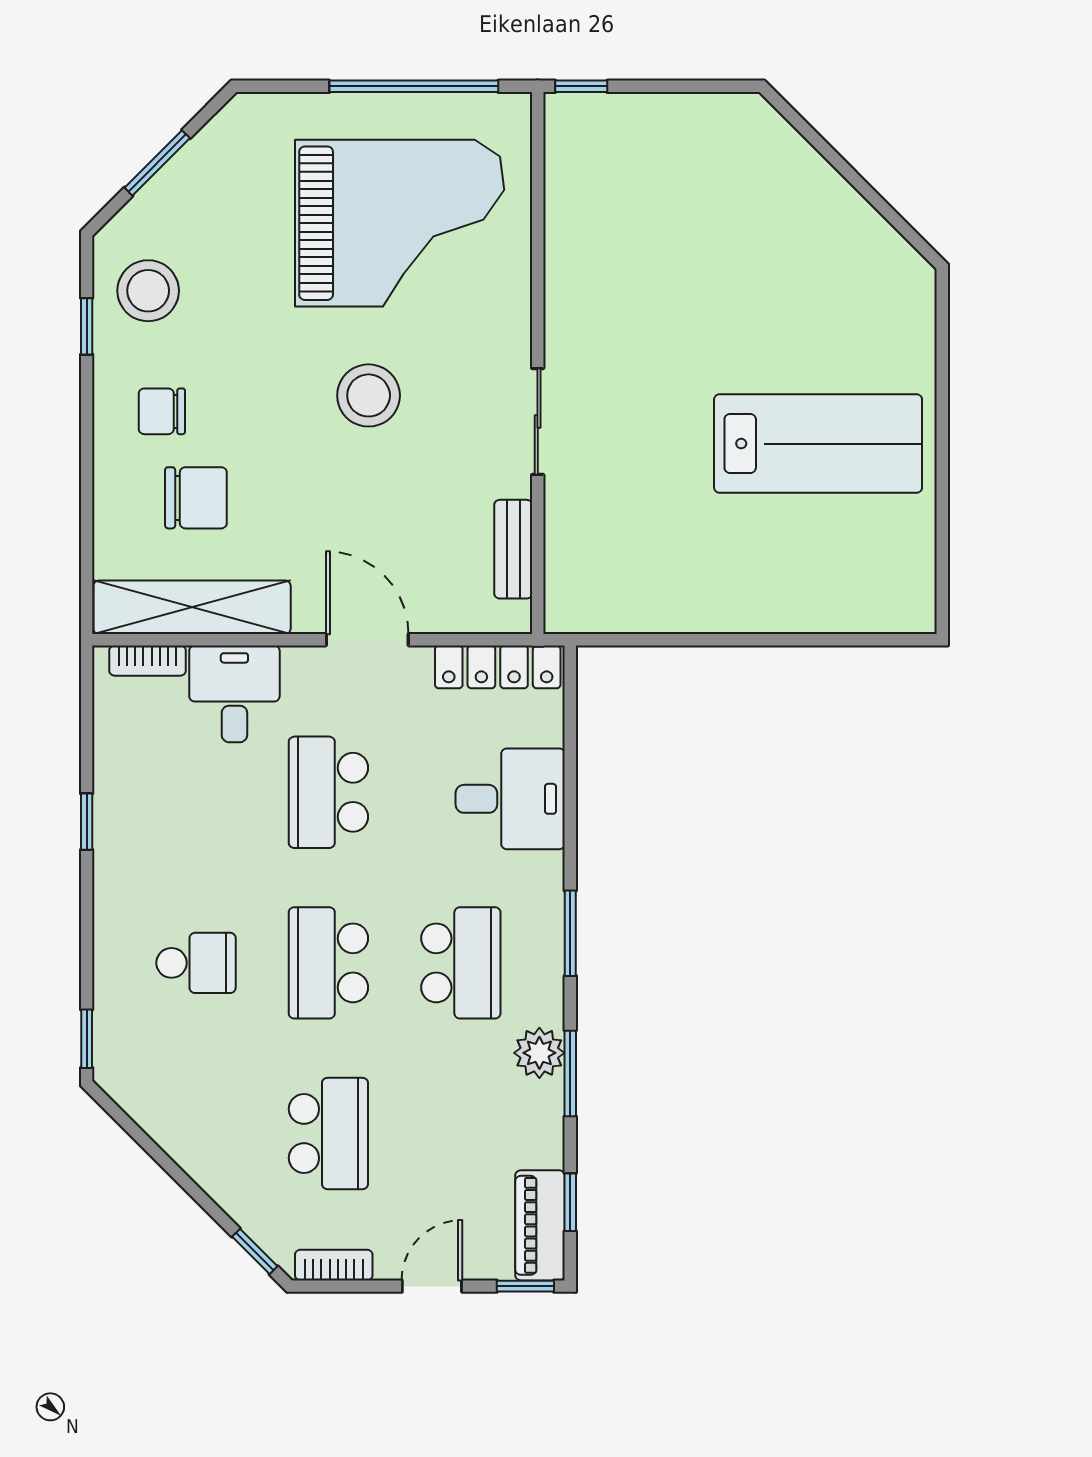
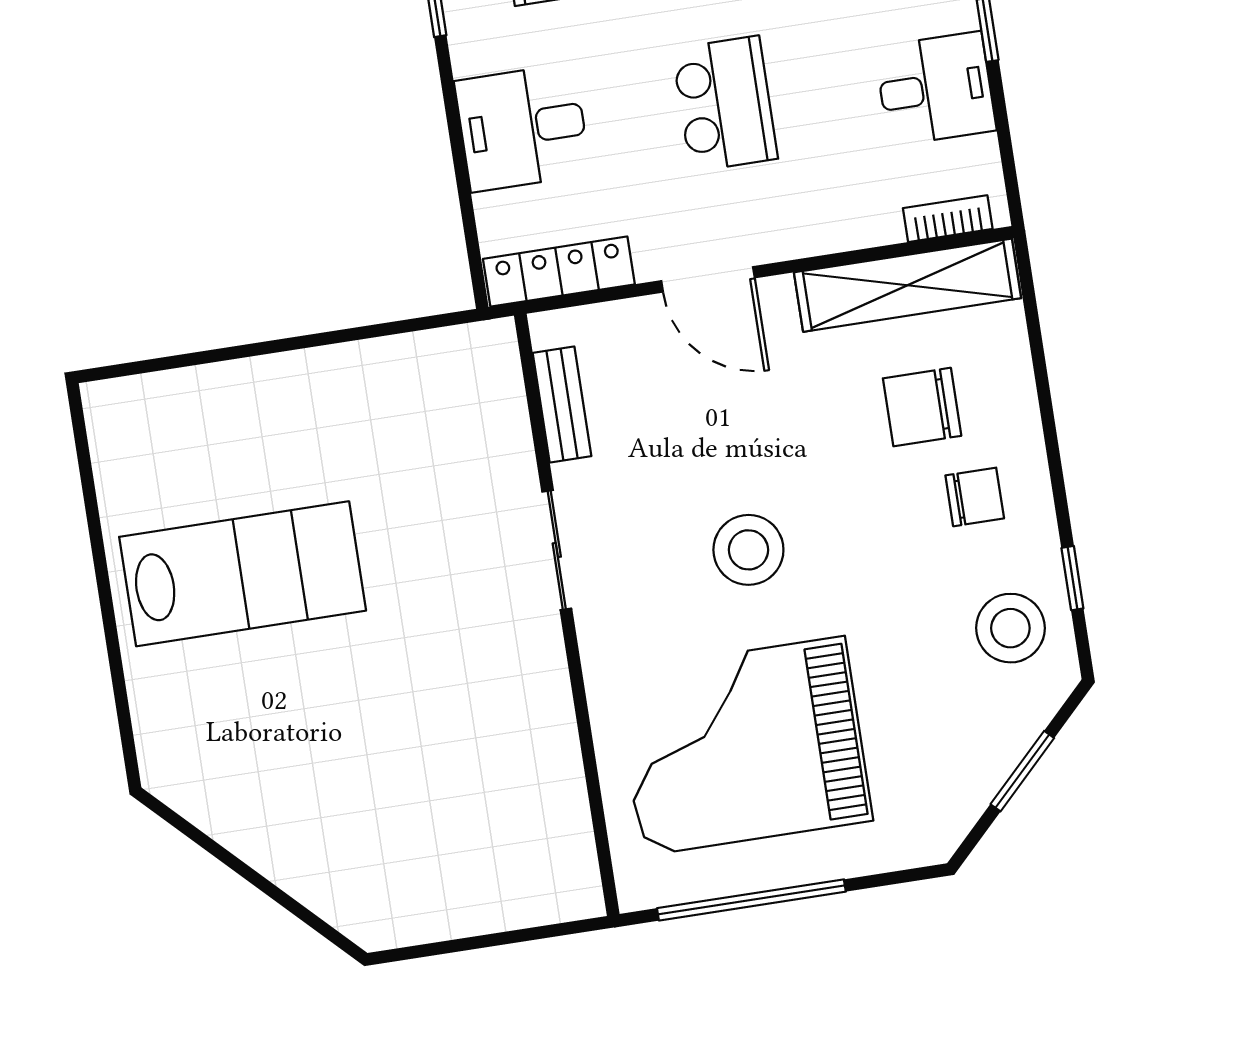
window: (581, 86) -> (566, 929), removed
lab bench: (818, 444) -> (243, 574), turned 180
desk: (234, 694) -> (935, 89), moved, turned -90

